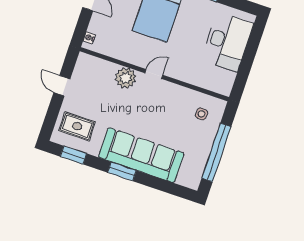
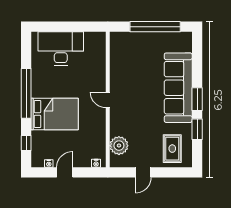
plant: (126, 78) -> (119, 146), moved
side table: (201, 114) -> (127, 50), removed
window: (73, 155) -> (197, 129), moved

